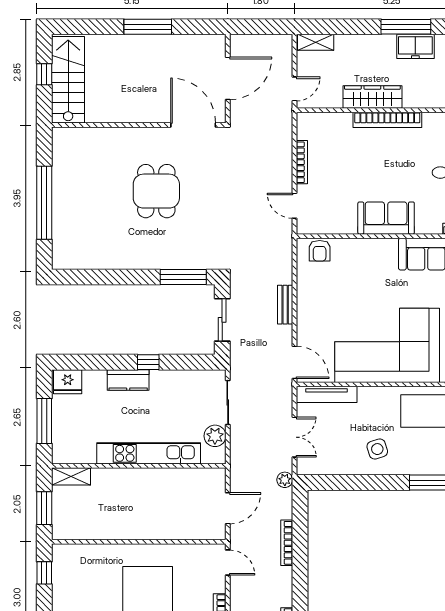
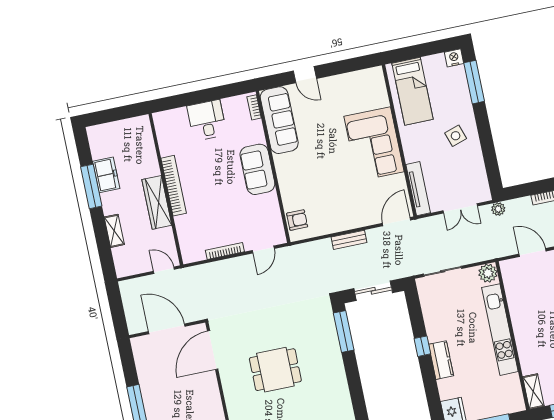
shelving: (316, 42) -> (114, 231), moved
corner sofa: (387, 345) -> (374, 144), width x0.73, depth x0.74
plant: (215, 436) -> (488, 273), moved
double door: (294, 437) -> (460, 208), swing flipped

